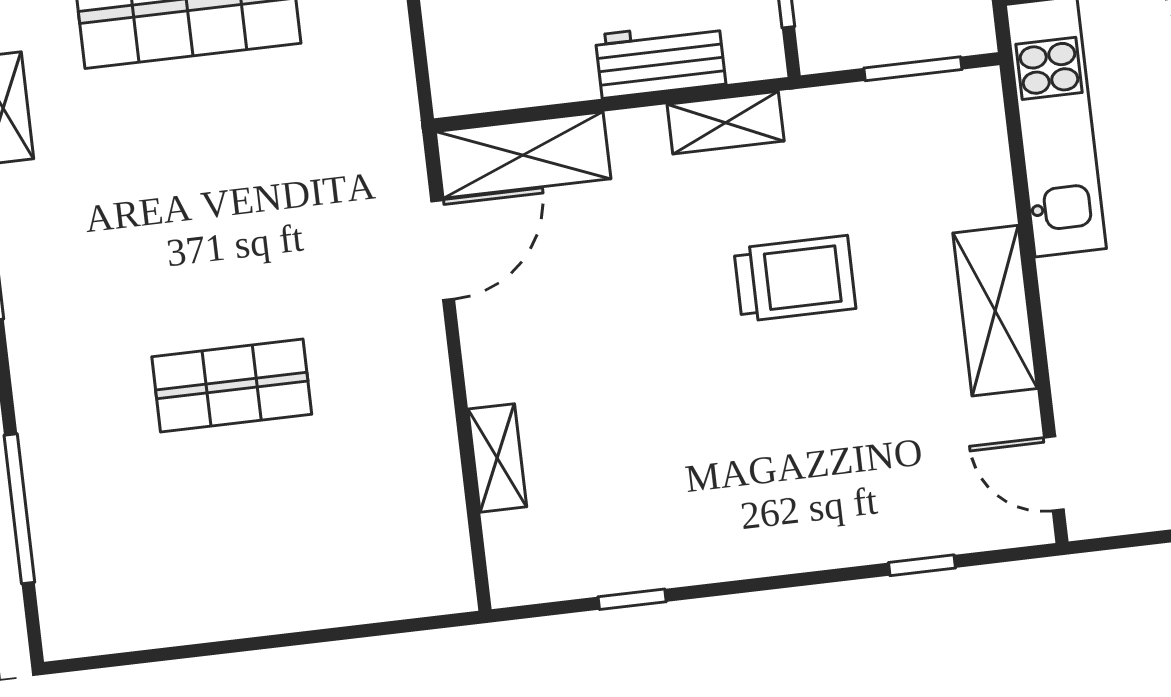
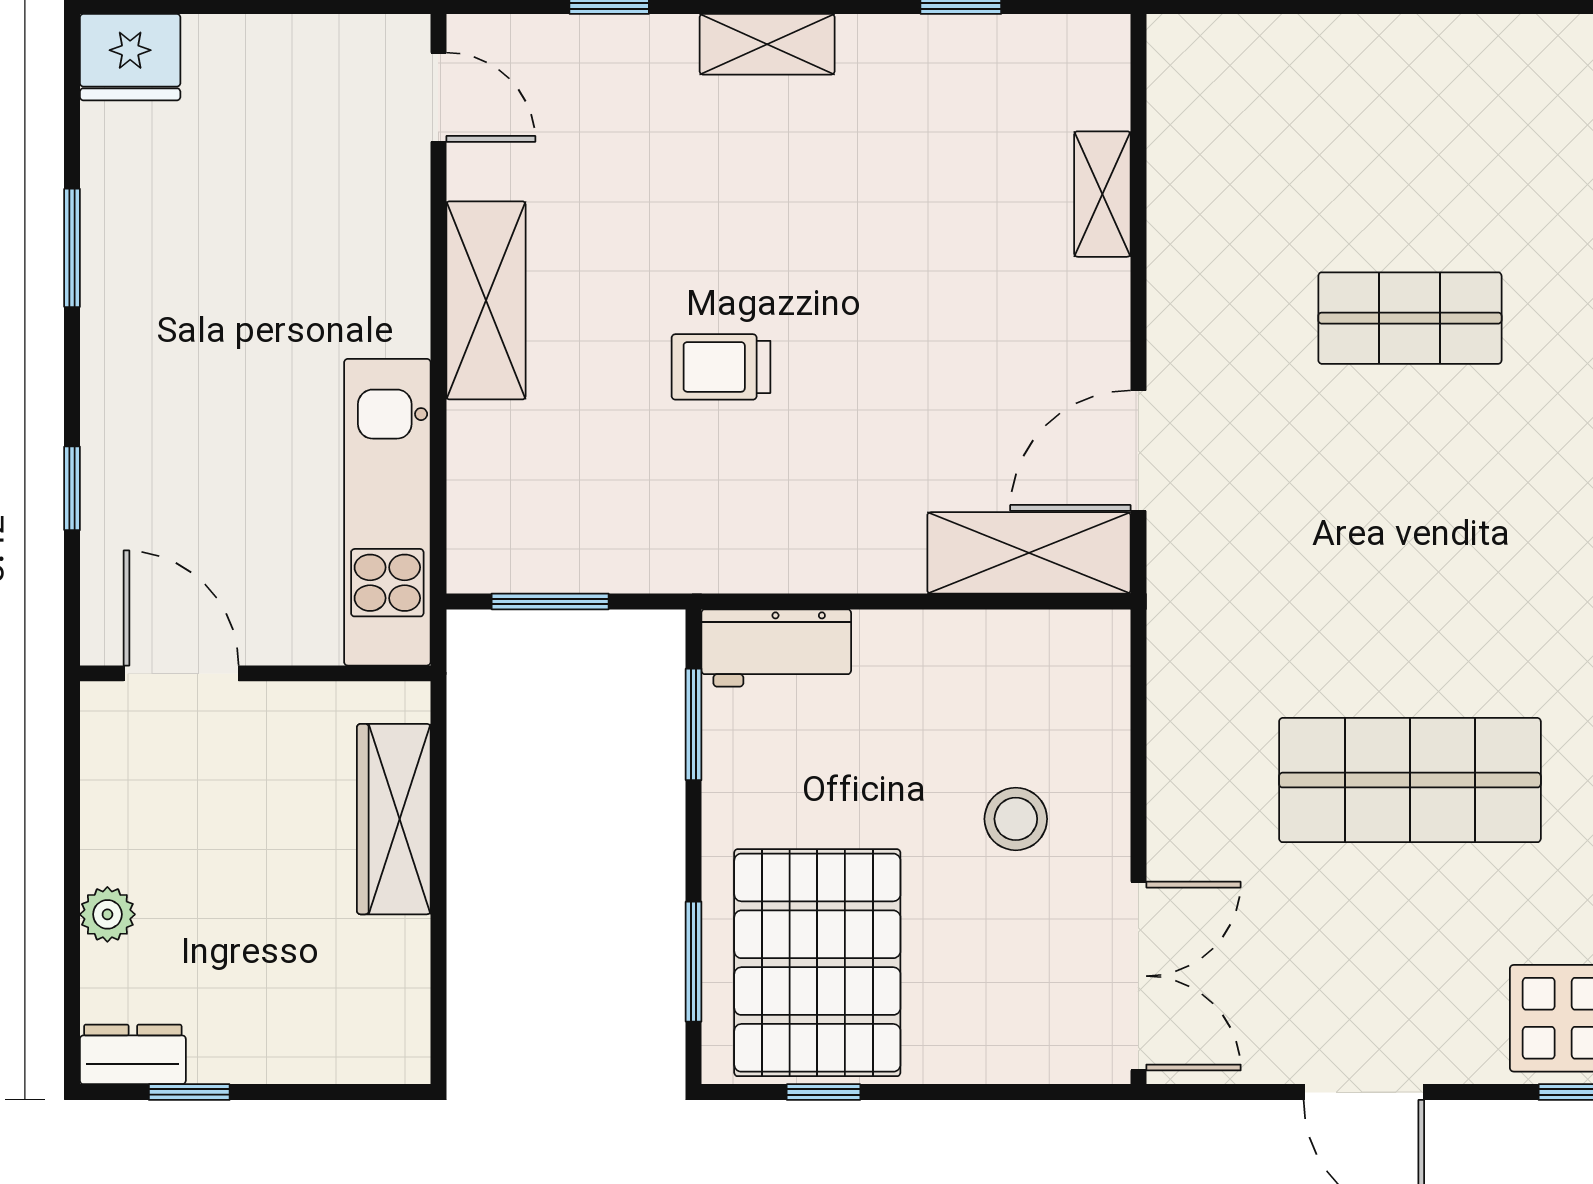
workbench: (660, 60) -> (776, 648), moved
shelving: (726, 123) -> (767, 44), moved
trolley: (795, 279) -> (721, 367), width x0.73, depth x0.72

